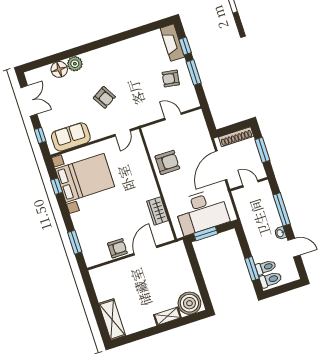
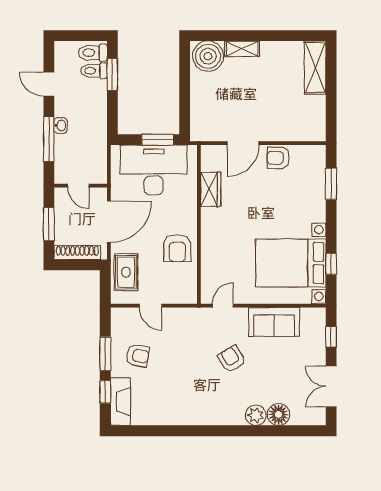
rug: (198, 134) -> (126, 272), added
sofa: (71, 137) -> (274, 322), moved
armchair: (167, 162) -> (177, 248), turned -90
washbasin: (280, 233) -> (61, 125), moved

